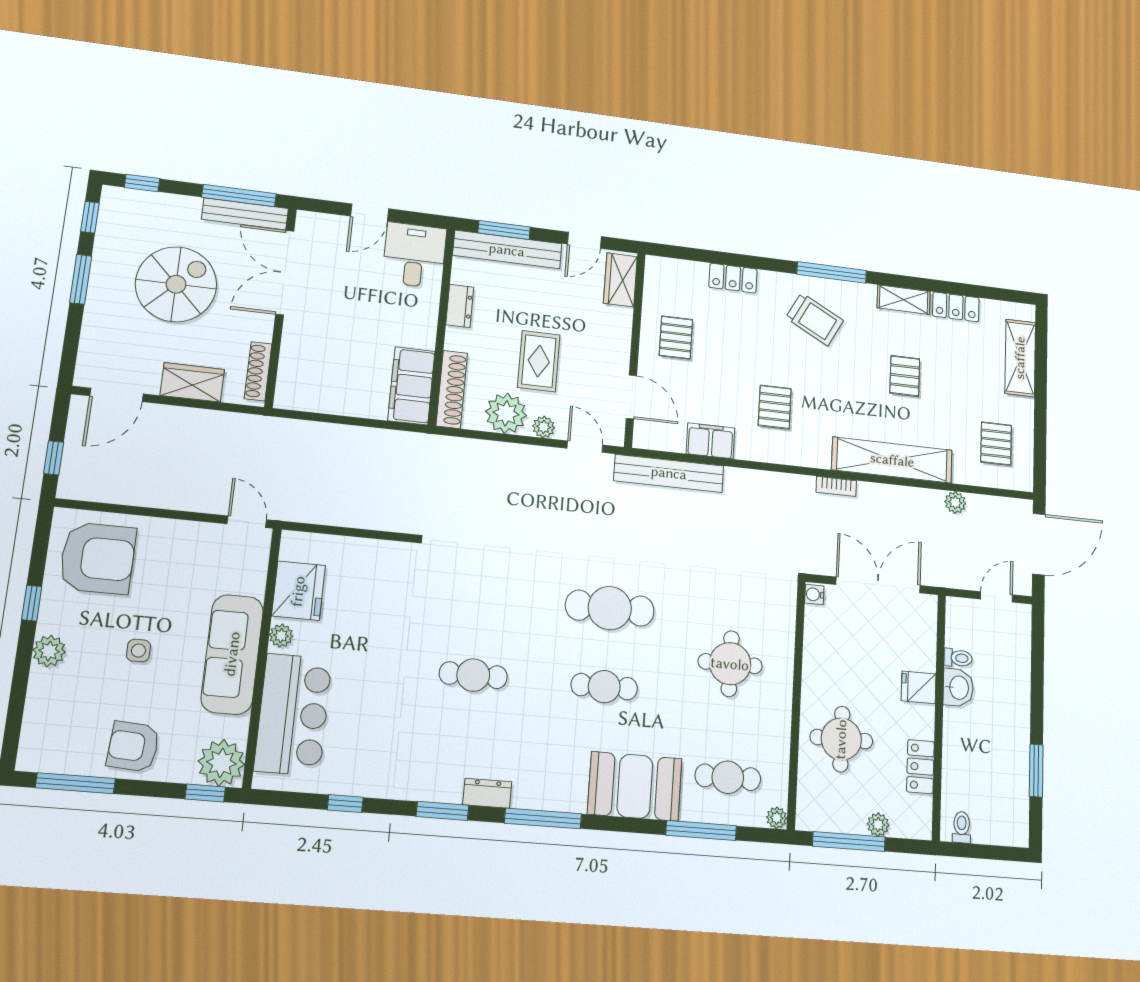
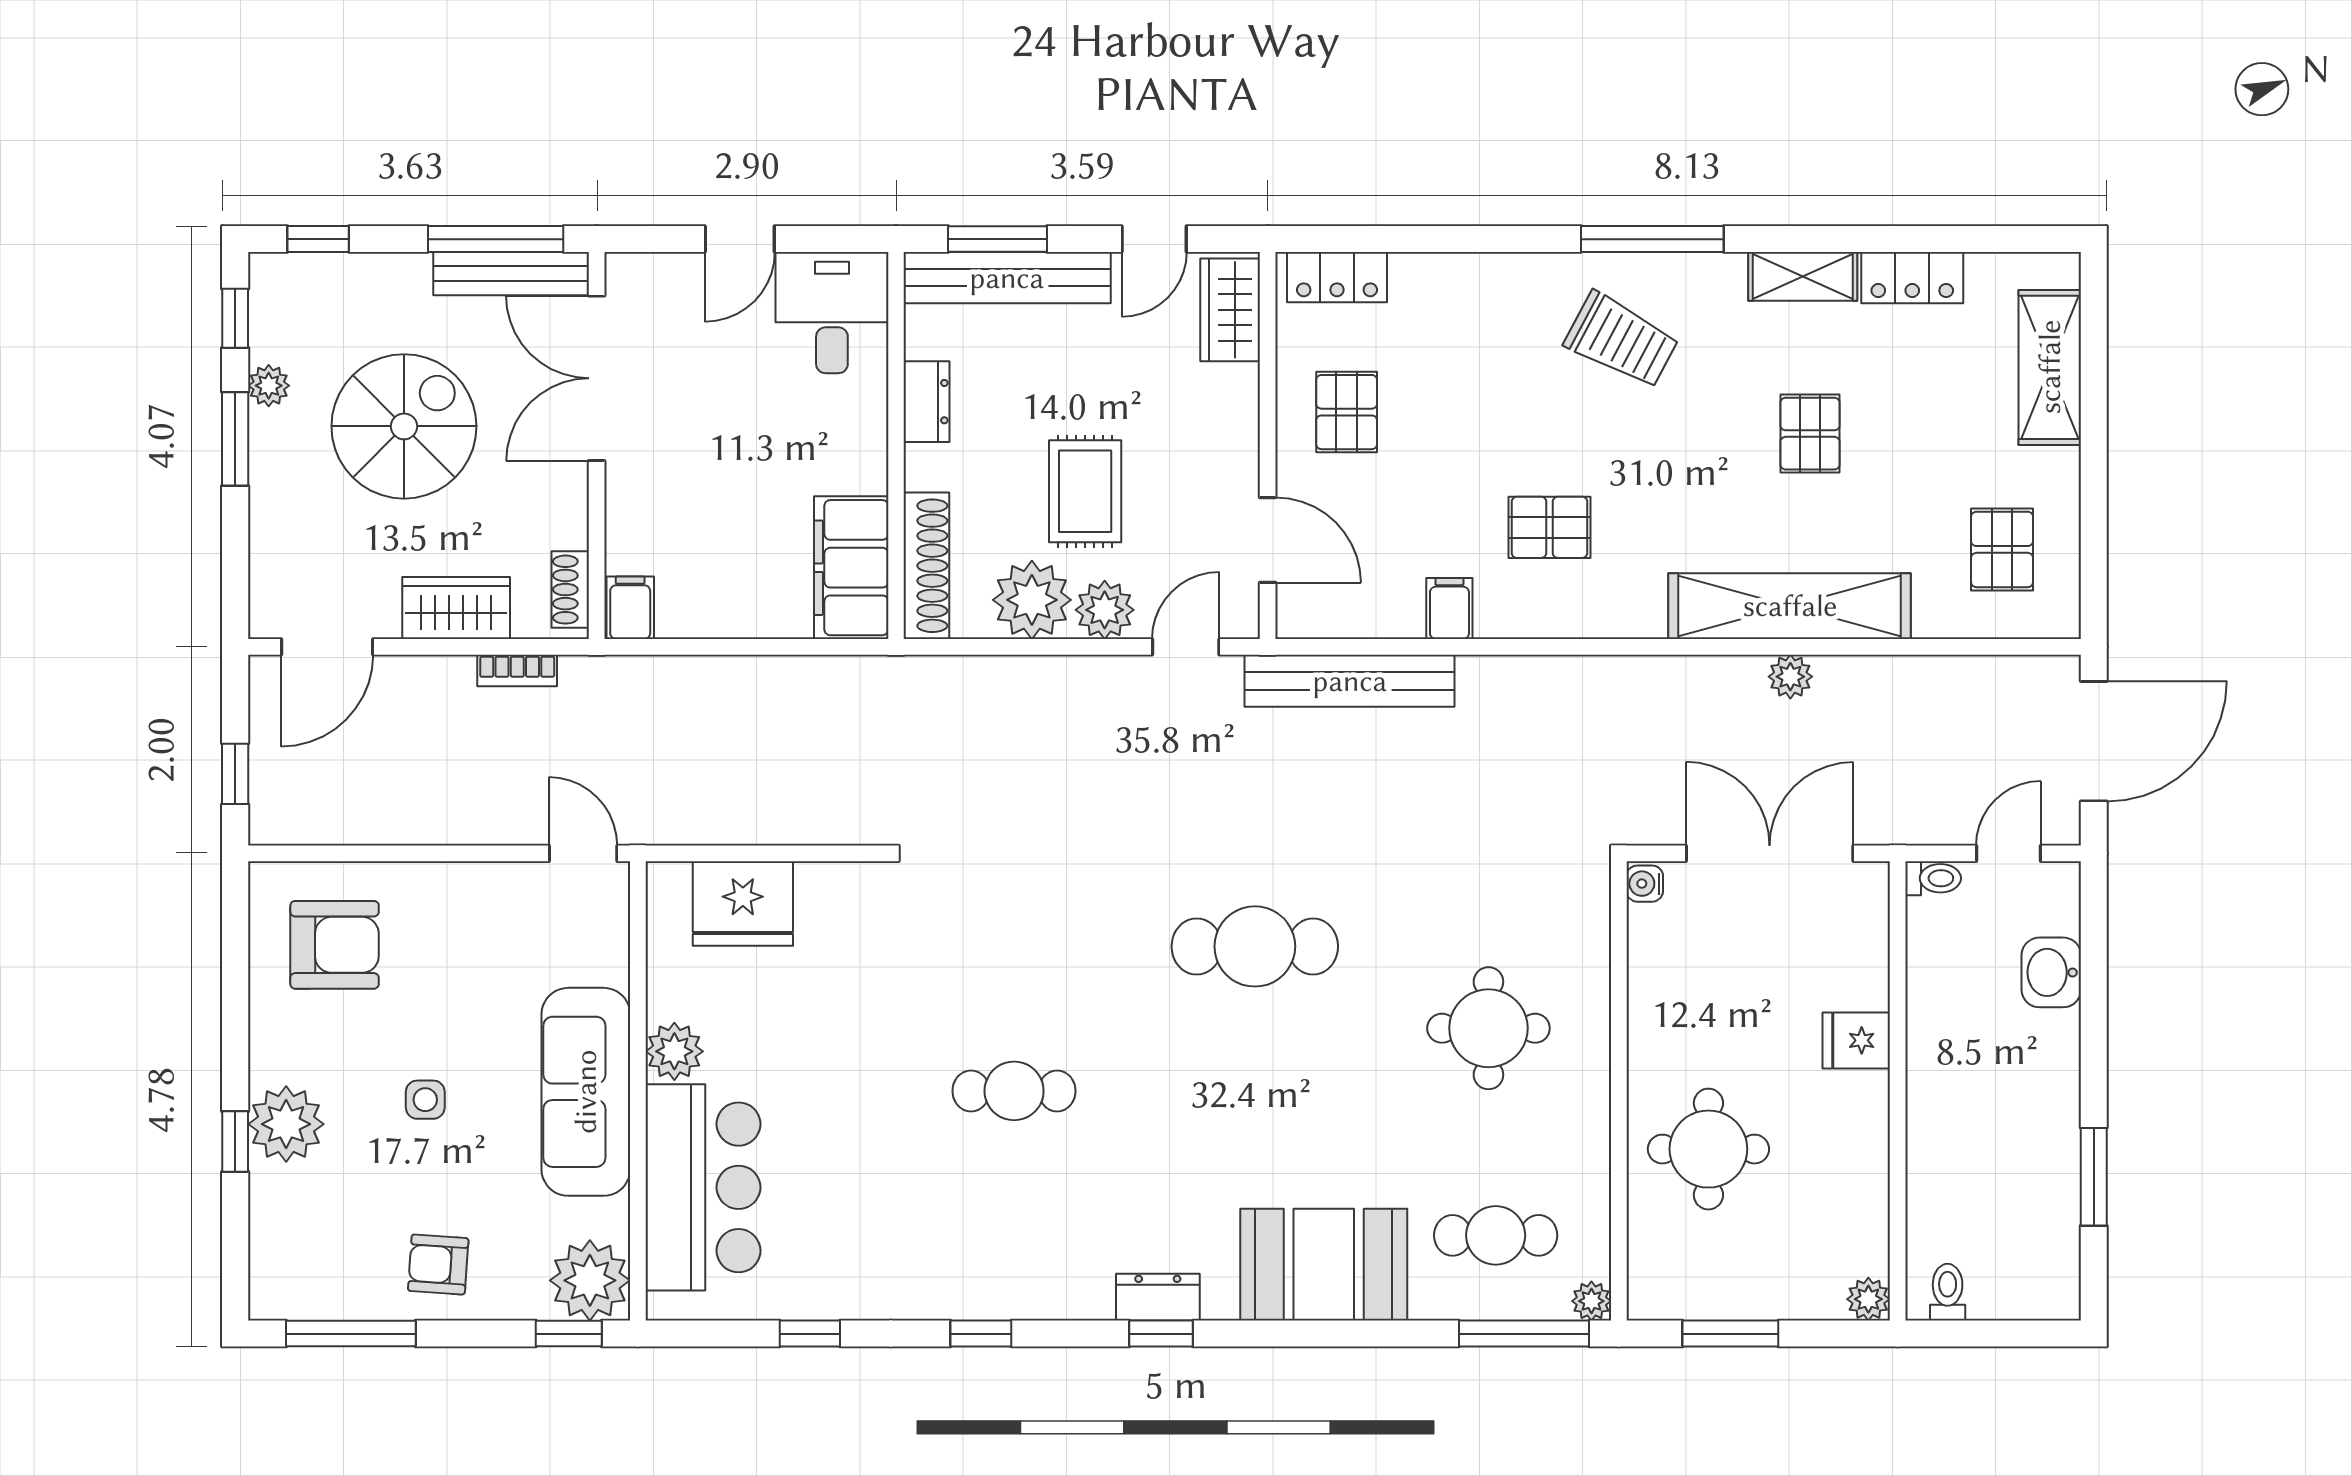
plant: (104, 254) -> (269, 386), added
locker: (733, 278) -> (1337, 277), moved
shoe rack: (258, 371) -> (570, 590), width x0.70
filing cabinet: (289, 393) -> (630, 608), added
pallet: (775, 407) -> (1549, 527), turned 90
plant: (544, 427) -> (1105, 610), width x1.38, depth x1.38
filing cabinet: (710, 441) -> (1449, 609), width x0.50
door: (585, 447) -> (1186, 647), hinge flipped
bookcase: (836, 486) -> (517, 671), moved
plant: (955, 502) -> (1790, 677), moved
armchair: (98, 558) -> (335, 945), width x0.73, depth x0.73
fridge: (298, 591) -> (743, 903), moved, turned 90
window: (32, 603) -> (235, 1141), moved
plant: (281, 636) -> (674, 1051), width x1.38, depth x1.38
plant: (49, 651) -> (286, 1124), width x1.36, depth x1.36
toilet: (958, 658) -> (1933, 878), moved
cafe table: (604, 687) -> (1255, 1091), removed
washbasin: (958, 688) -> (2051, 972), moved, turned 180
armchair: (133, 747) -> (438, 1265), width x0.72, depth x0.72
locker: (920, 767) -> (1864, 1187), removed
dresser: (487, 793) -> (1158, 1297), moved
window: (442, 811) -> (981, 1334), width x0.67
window: (543, 818) -> (1161, 1334), width x0.46
plant: (878, 825) -> (1868, 1299), moved
window: (701, 830) -> (1524, 1334), moved
window: (849, 842) -> (1730, 1334), width x0.69

